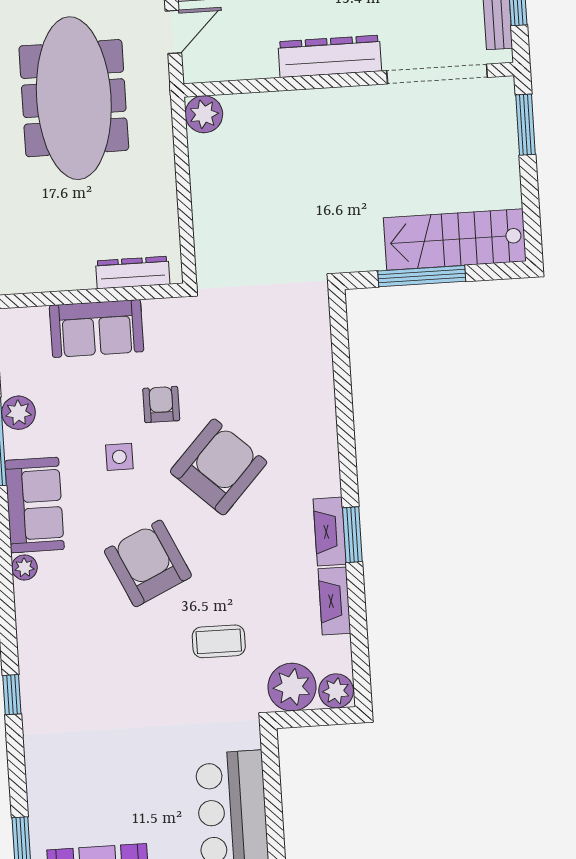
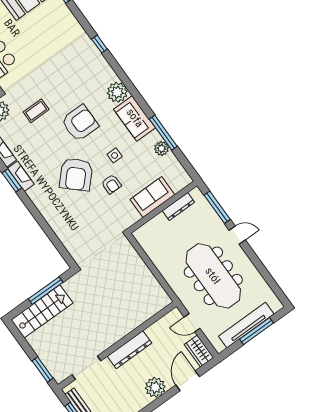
door: (173, 32) -> (192, 323), hinge flipped
doorway: (437, 74) -> (86, 368), width x0.73
plant: (204, 114) -> (162, 300), removed
dresser: (133, 273) -> (178, 207), moved
armchair: (148, 563) -> (80, 123), turned -65
plant: (24, 567) -> (117, 92), width x1.87, depth x1.87

